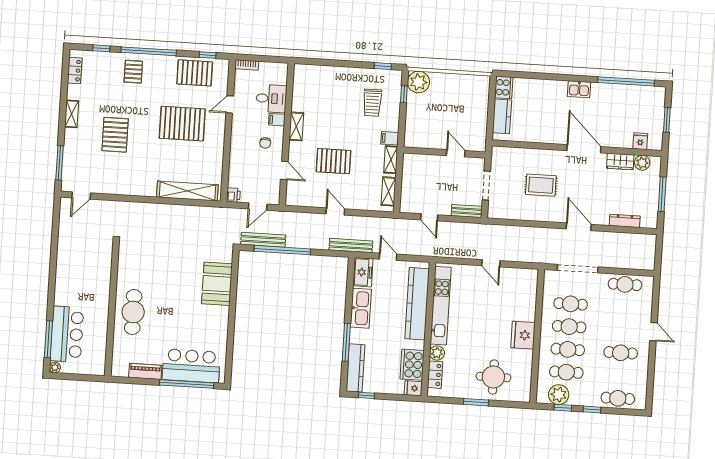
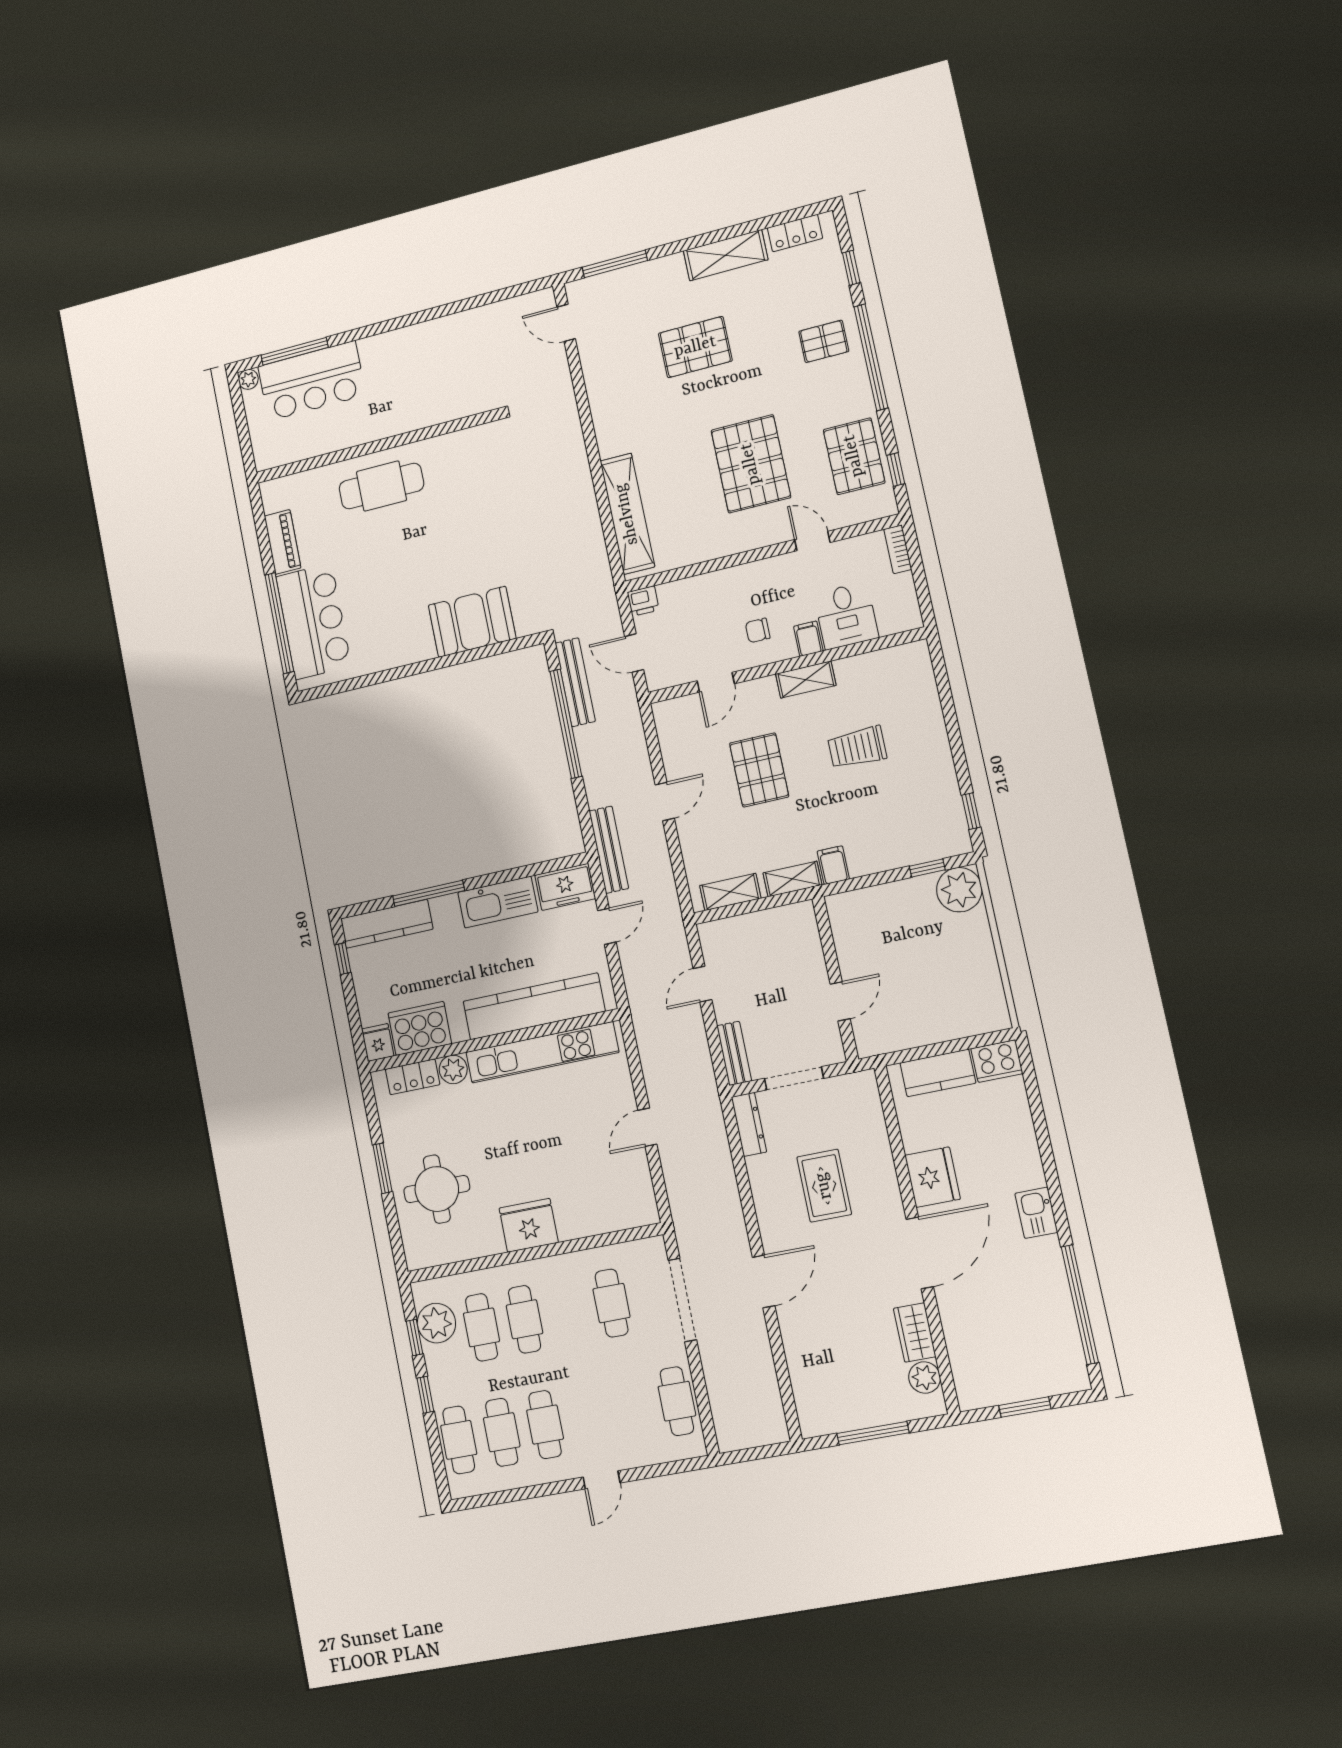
trolley: (372, 103) -> (857, 747), moved
shelving: (72, 114) -> (726, 255), width x1.50, depth x1.33
fridge: (640, 141) -> (933, 1177), moved, width x1.88, depth x1.34
dresser: (625, 221) -> (749, 1124), moved
cafe table: (569, 327) -> (502, 1432), moved

